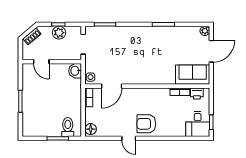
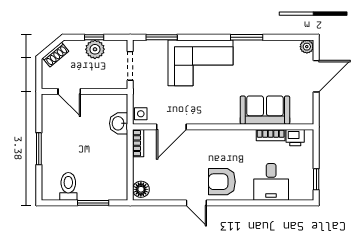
corner sofa: (132, 42) -> (201, 63), added
washbasin: (75, 71) -> (119, 123), moved
sofa: (193, 75) -> (265, 110), moved
desk: (198, 124) -> (271, 182), moved
toilet: (68, 127) -> (68, 186), moved

